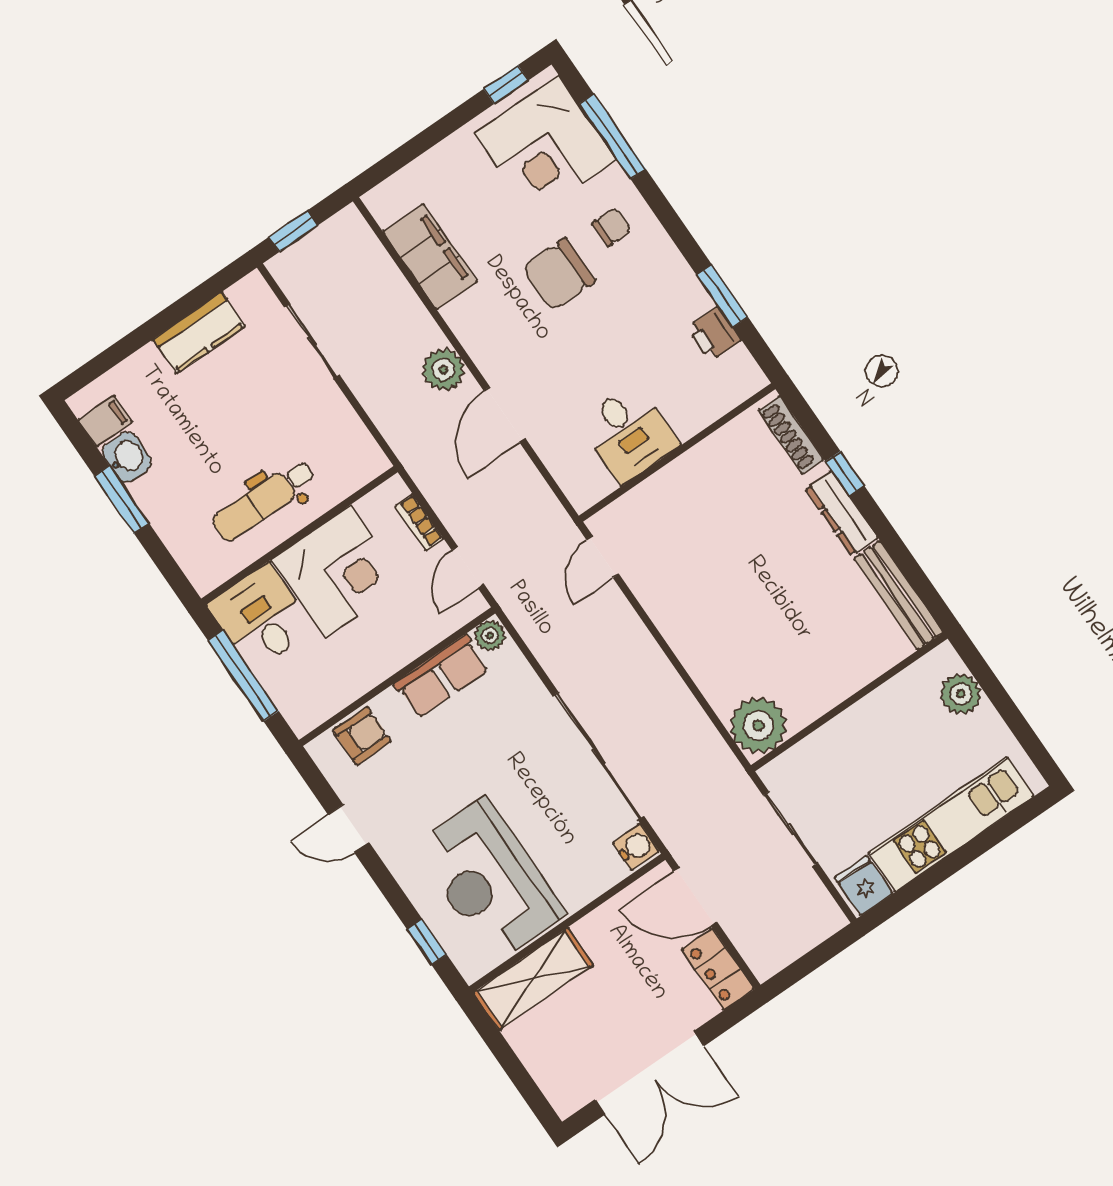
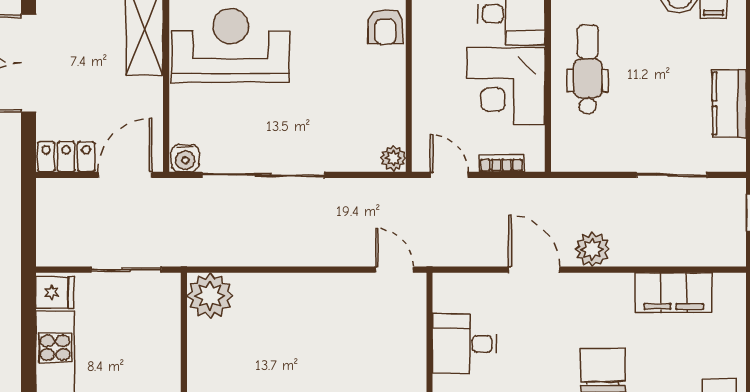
row of seats: (442, 676) -> (388, 107), removed

